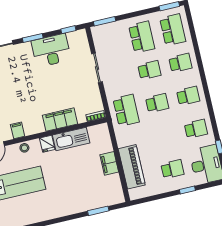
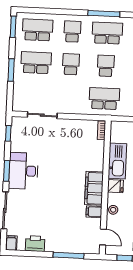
window: (105, 21) -> (11, 70), moved
desk: (51, 50) -> (23, 171), moved
sliding door: (97, 68) -> (42, 115), moved
window: (205, 87) -> (104, 14), added
school desk: (188, 96) -> (107, 33), width x1.85
filing cabinet: (60, 120) -> (94, 188), moved

